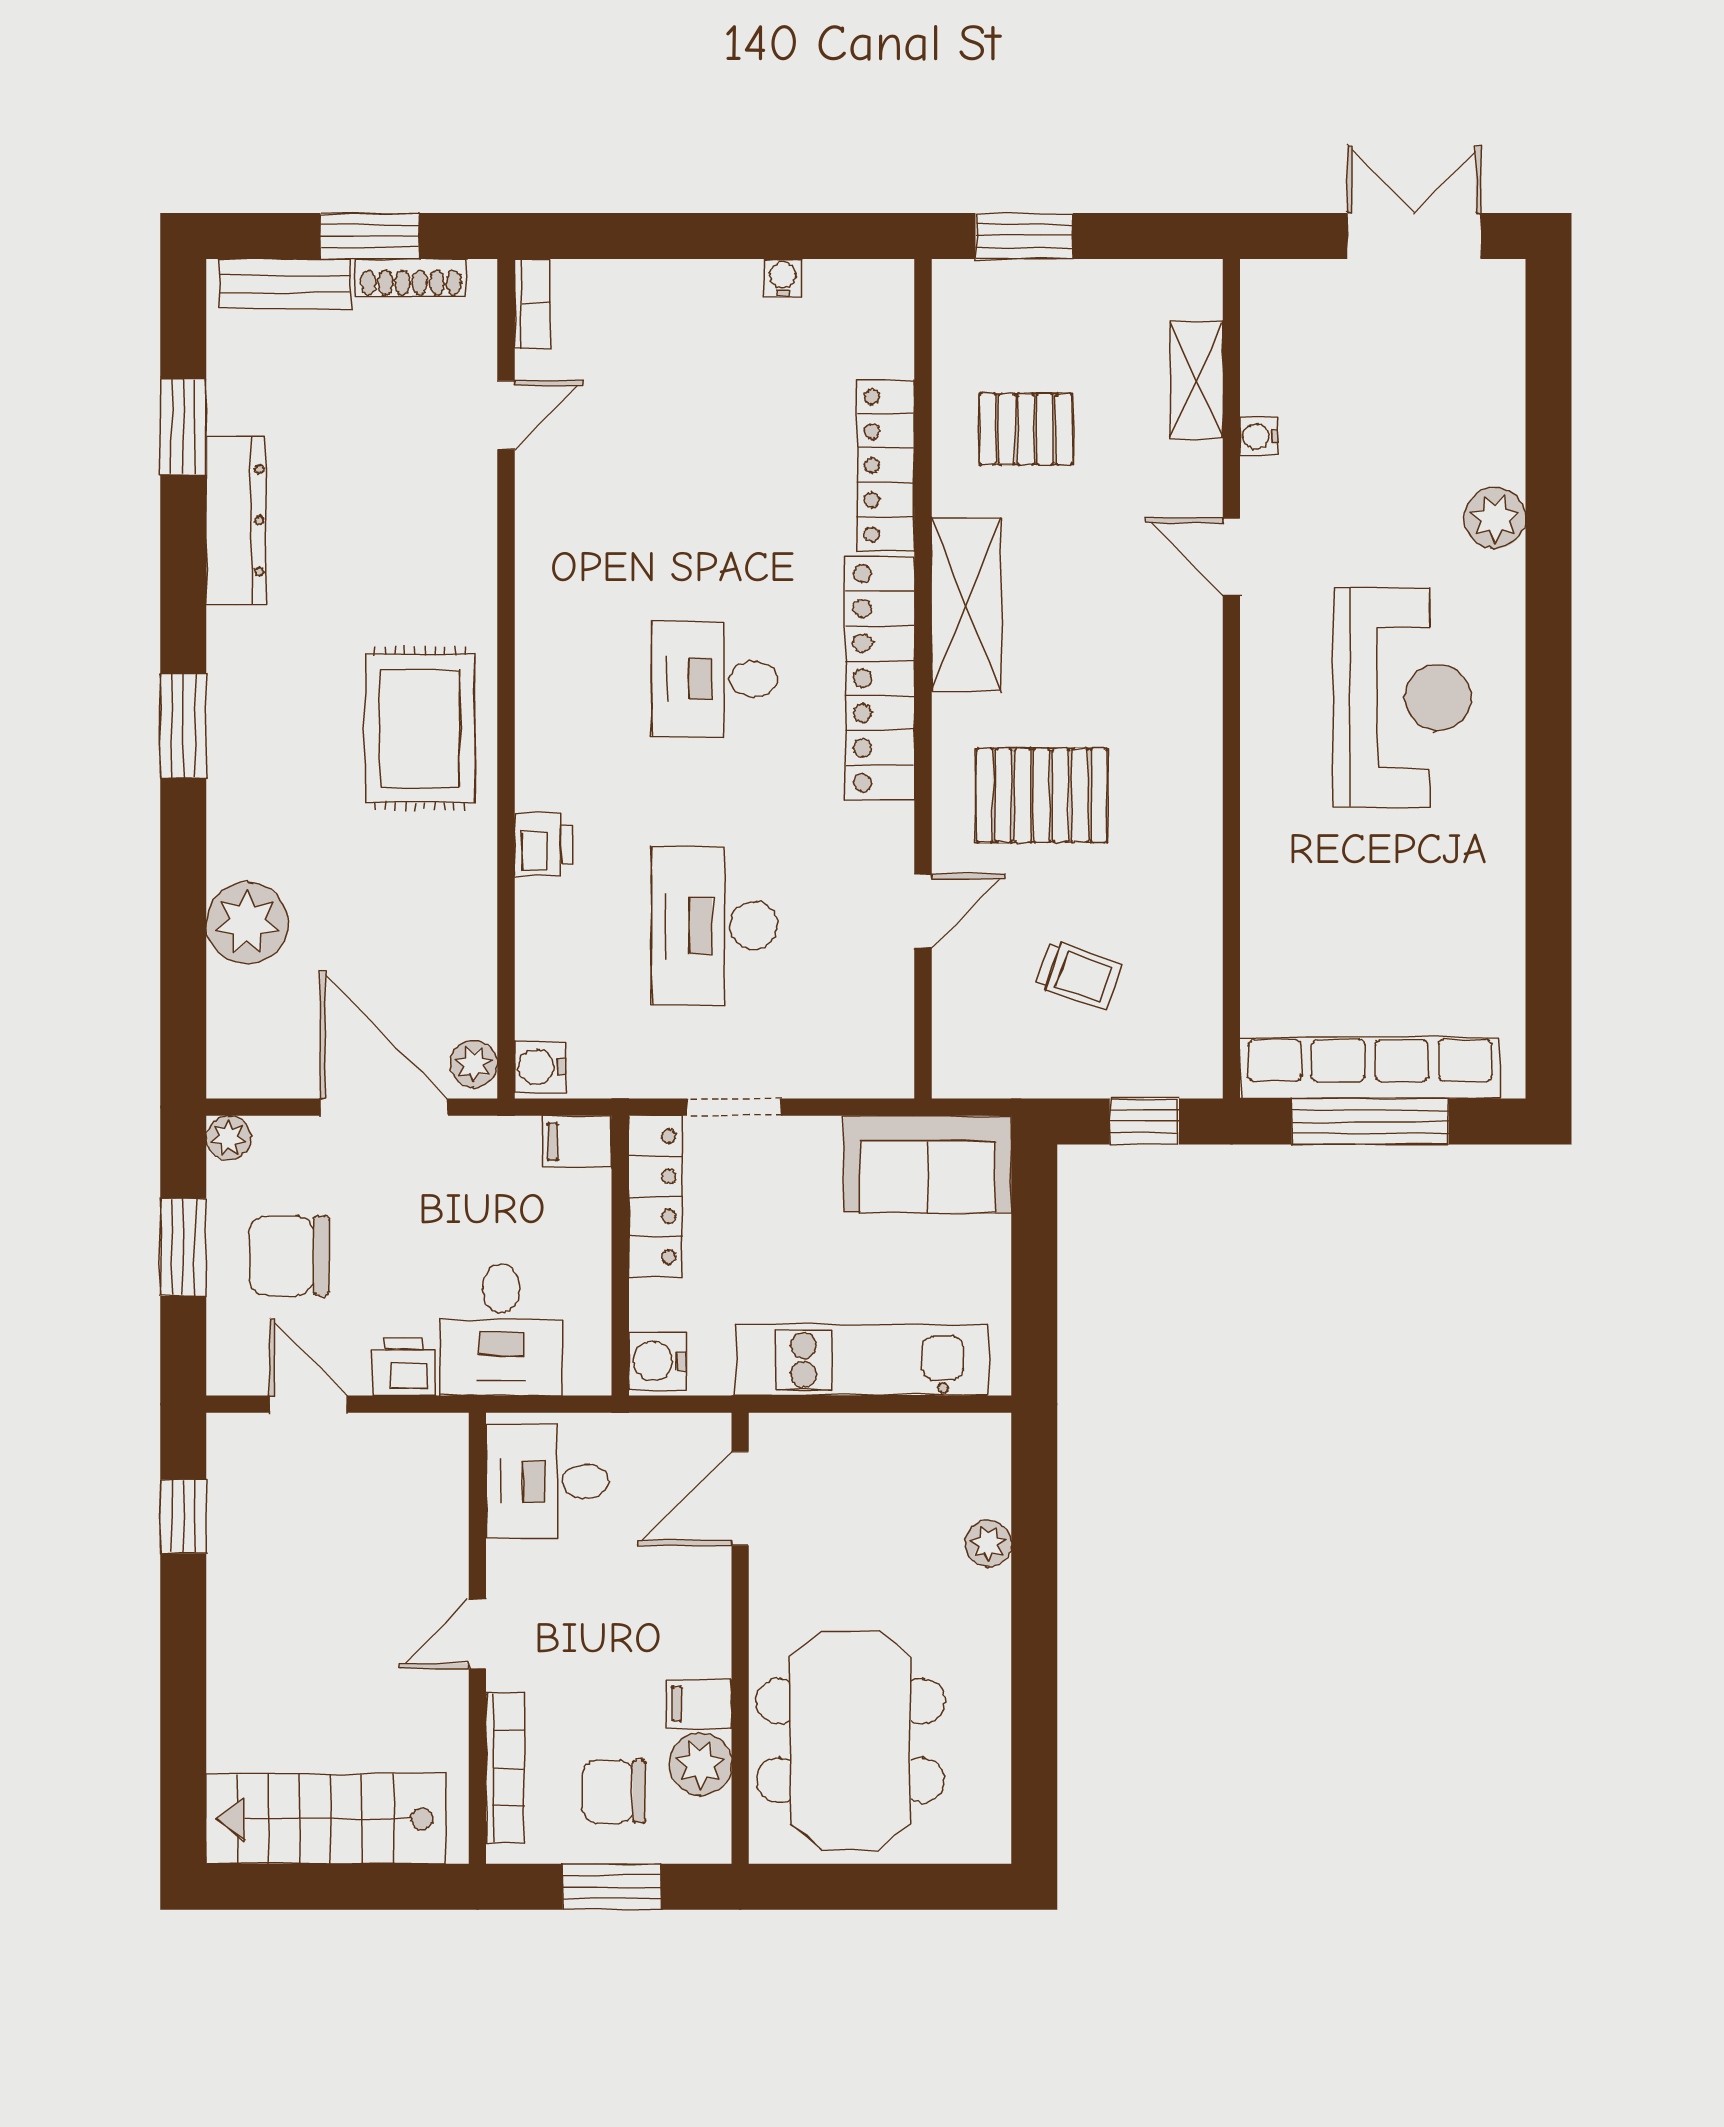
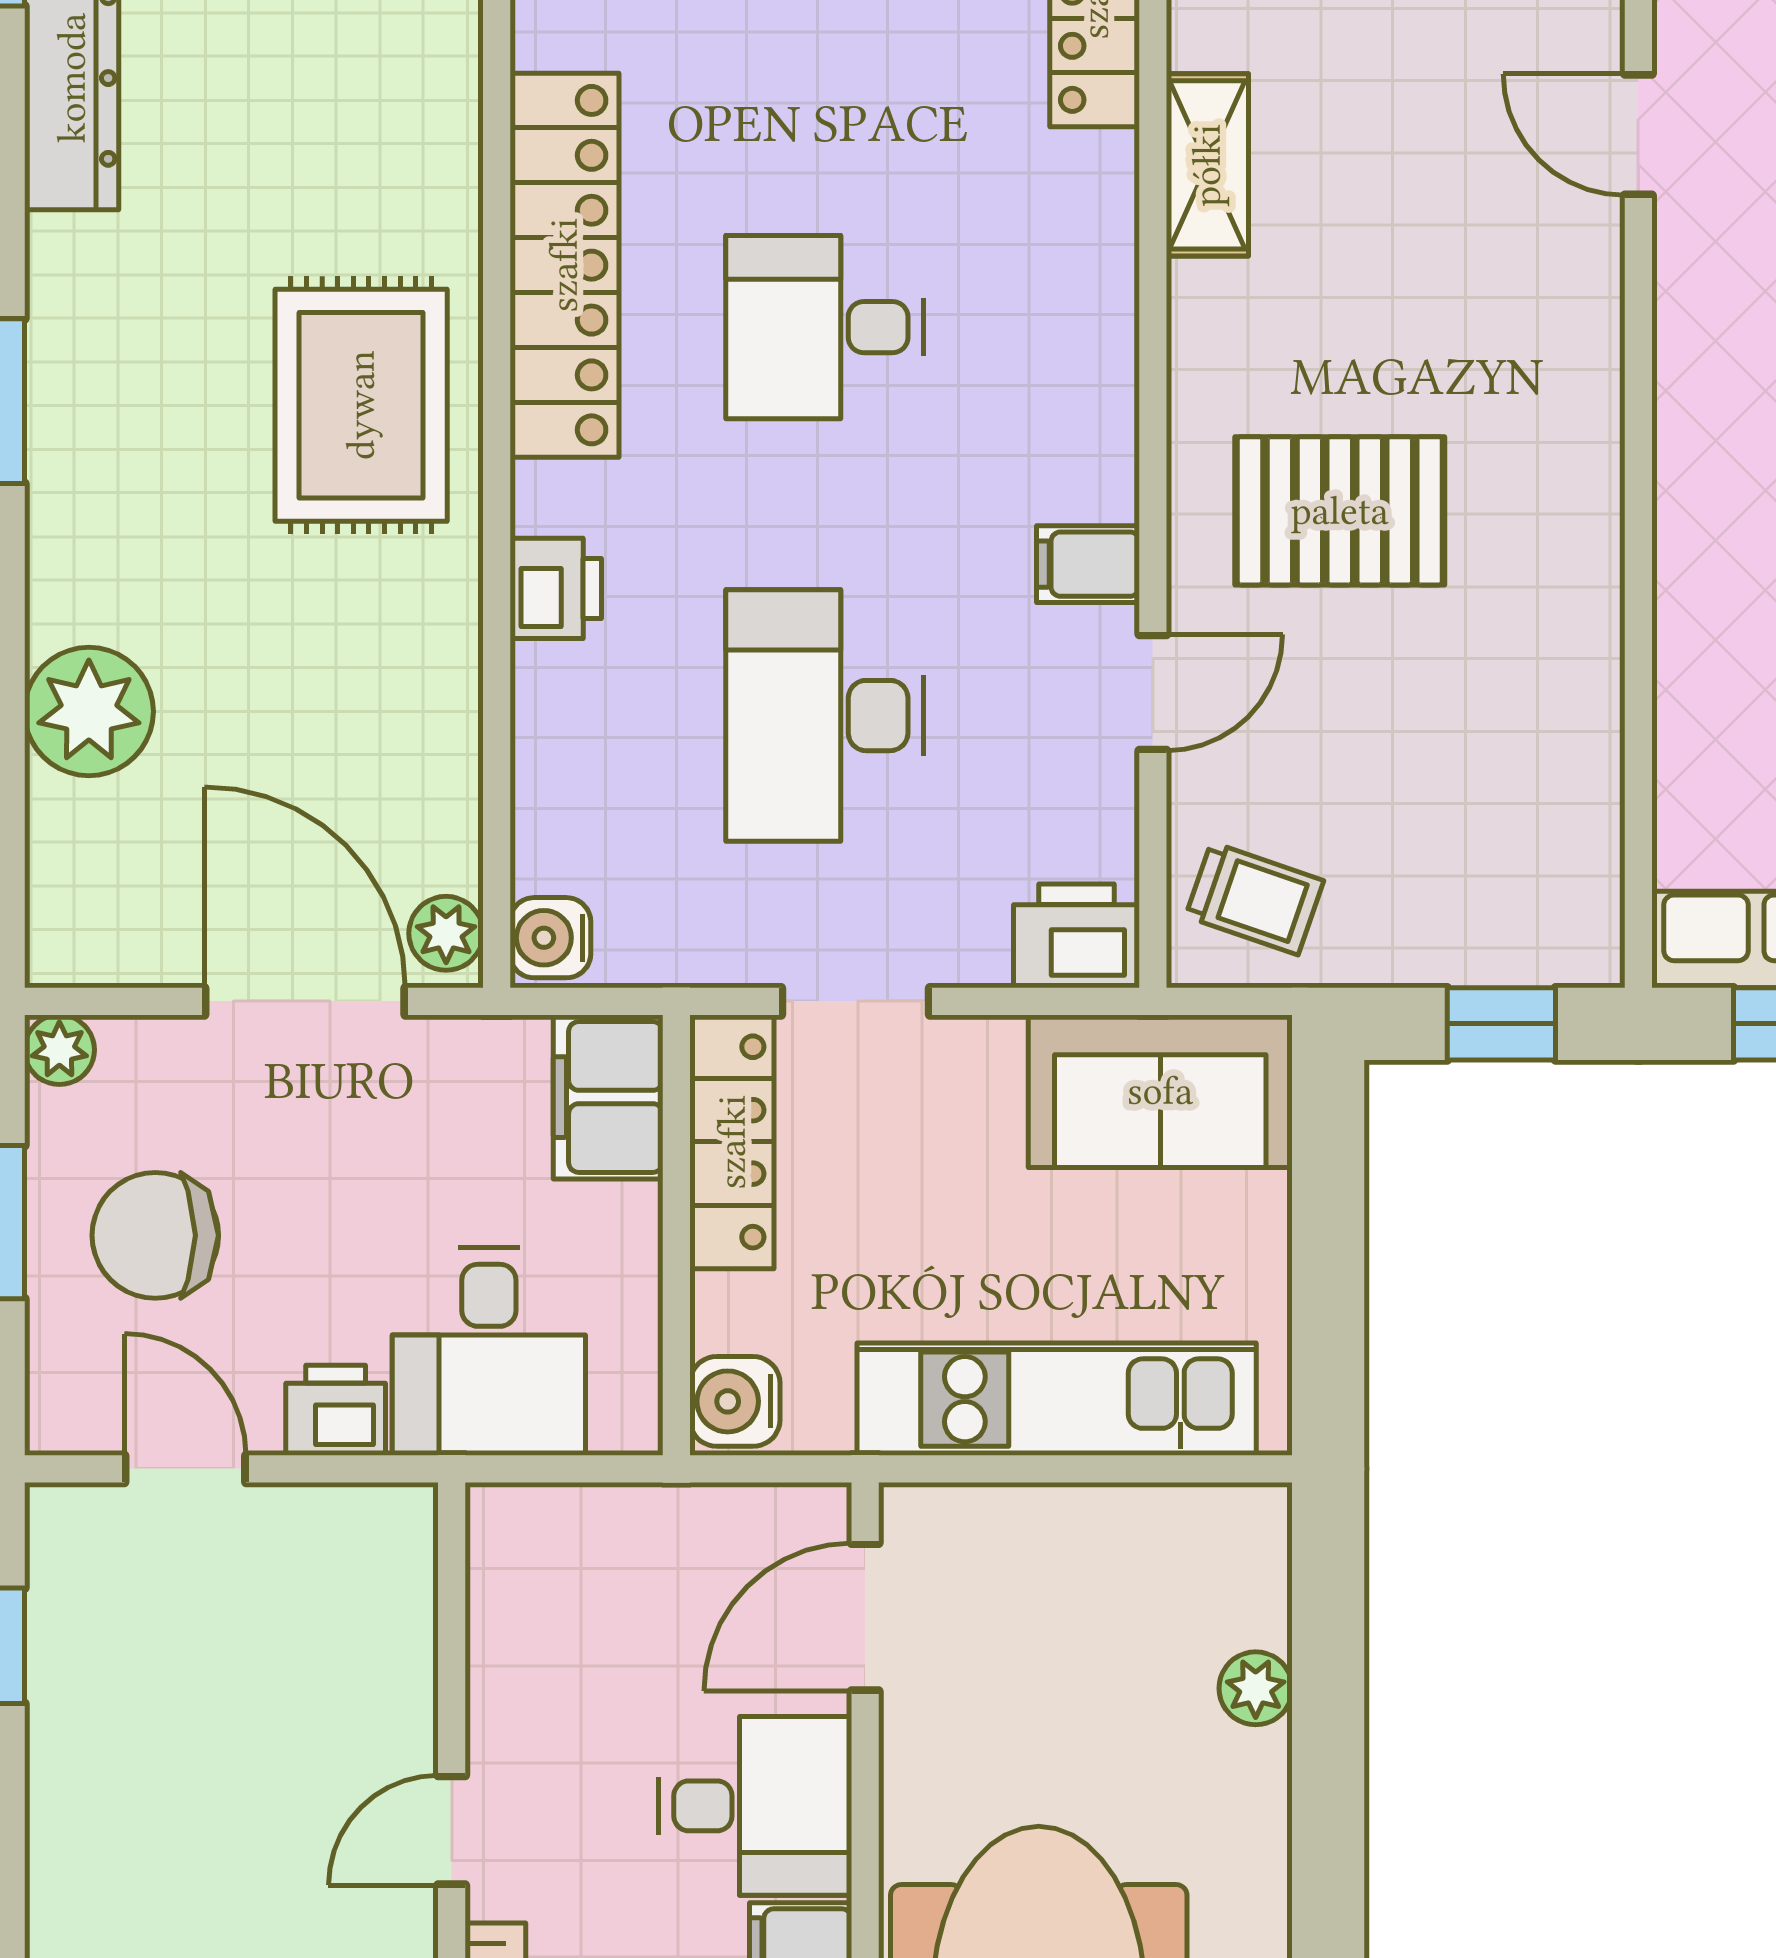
shelving: (966, 605) -> (1207, 165), width x0.67, depth x0.75
locker: (880, 678) -> (564, 265), moved, turned 180
filing cabinet: (882, 829) -> (1088, 564), added
trolley: (1079, 975) -> (1255, 898), moved
printer: (874, 1066) -> (1076, 936), added
filing cabinet: (577, 1142) -> (608, 1097), width x2.00
desk: (547, 1481) -> (755, 1806), moved, turned 180

